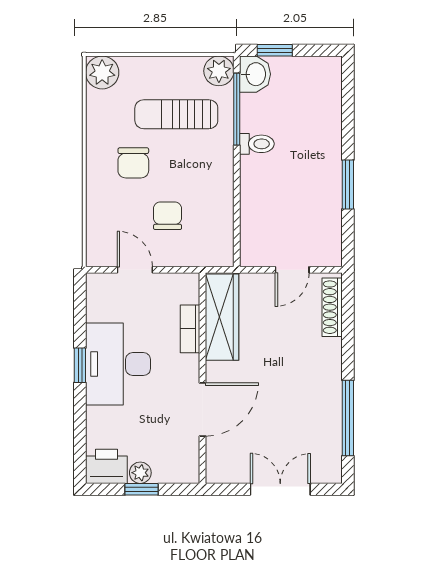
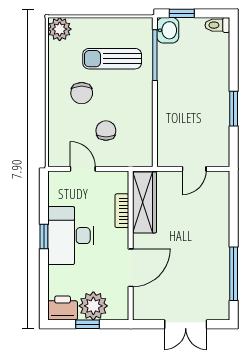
plant: (219, 71) -> (142, 28), removed
toilet: (257, 144) -> (217, 25), moved, turned 180
shoe rack: (332, 307) -> (222, 195), removed
plant: (140, 473) -> (93, 306), width x1.87, depth x1.87
double door: (280, 489) -> (186, 324), swing flipped

